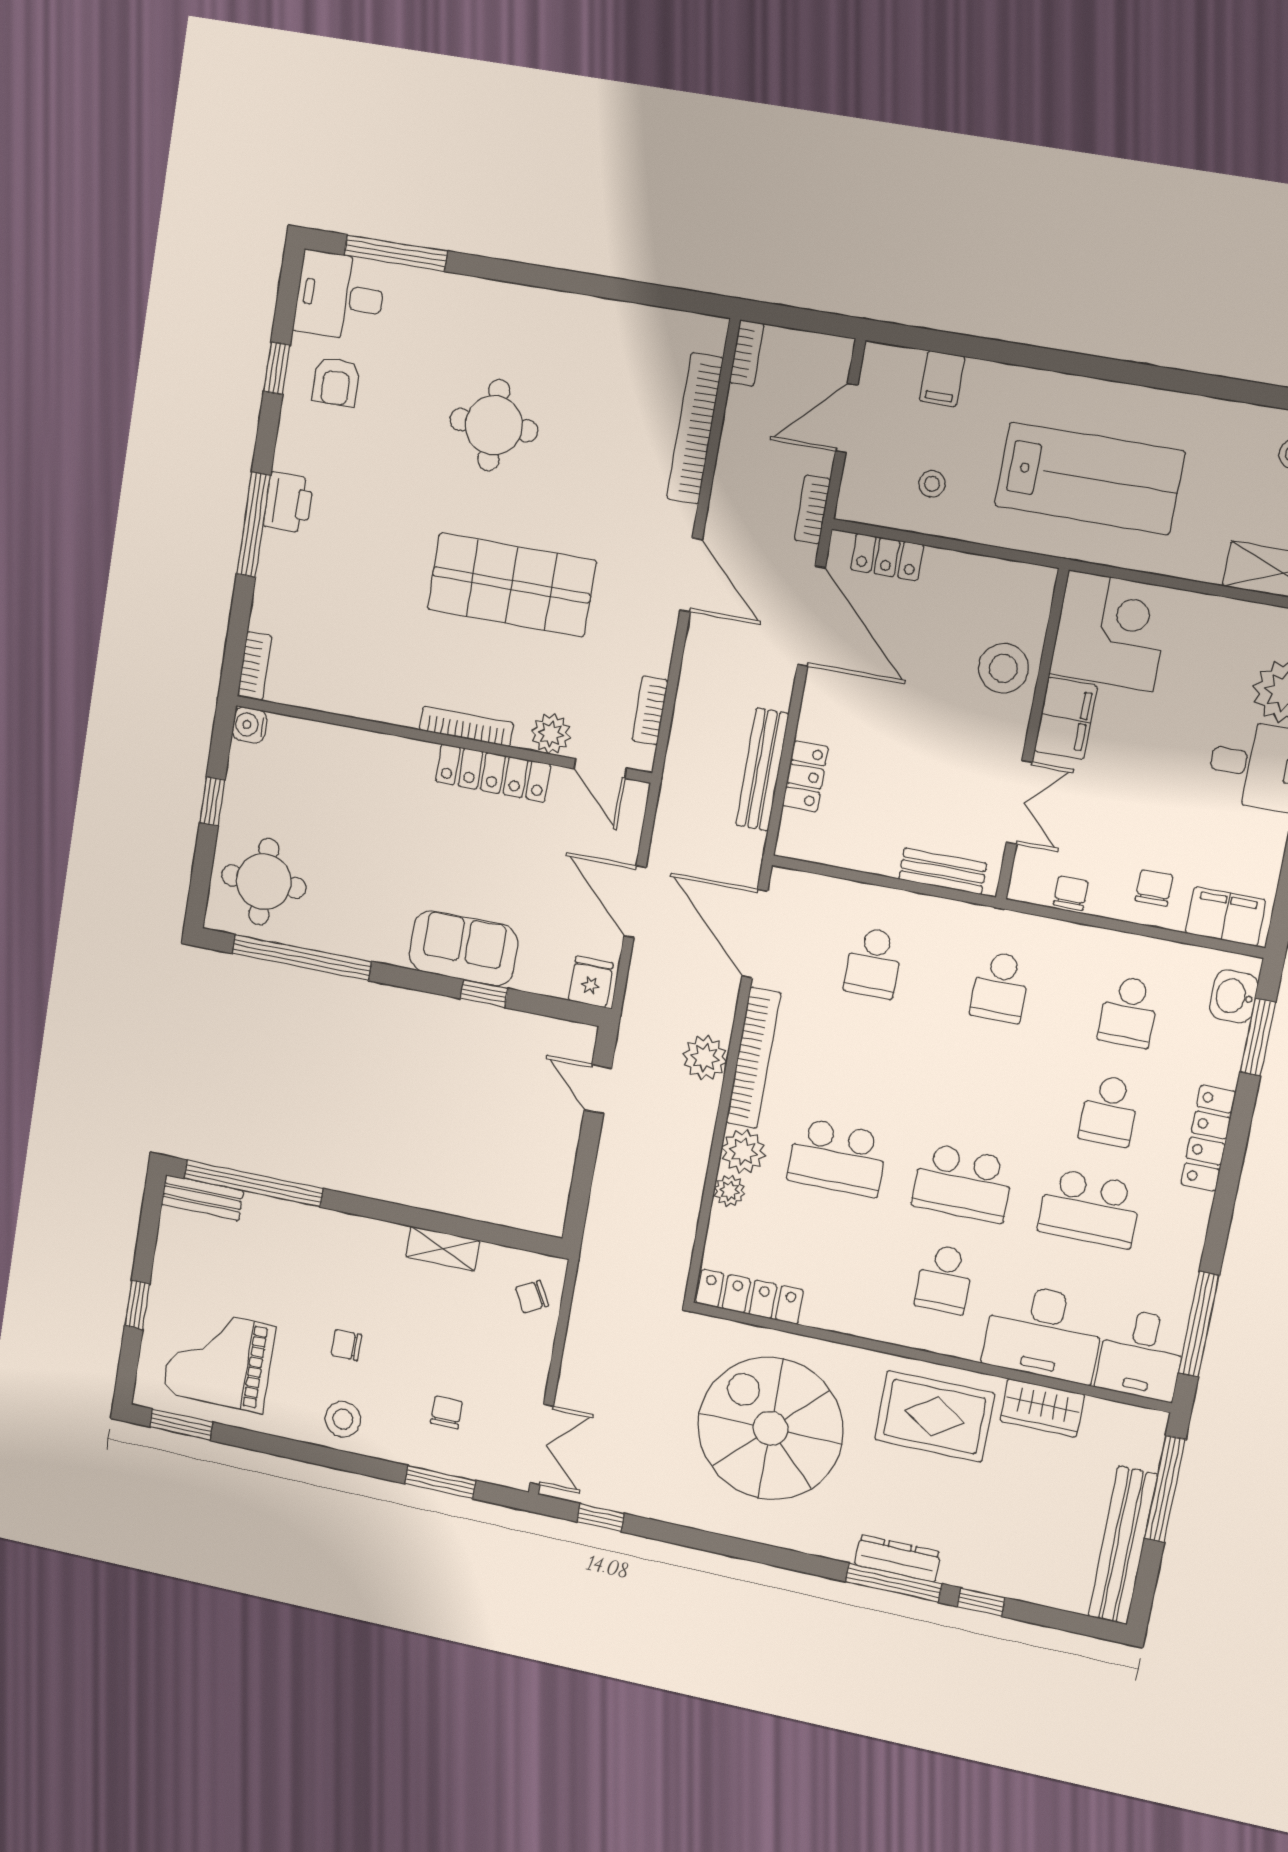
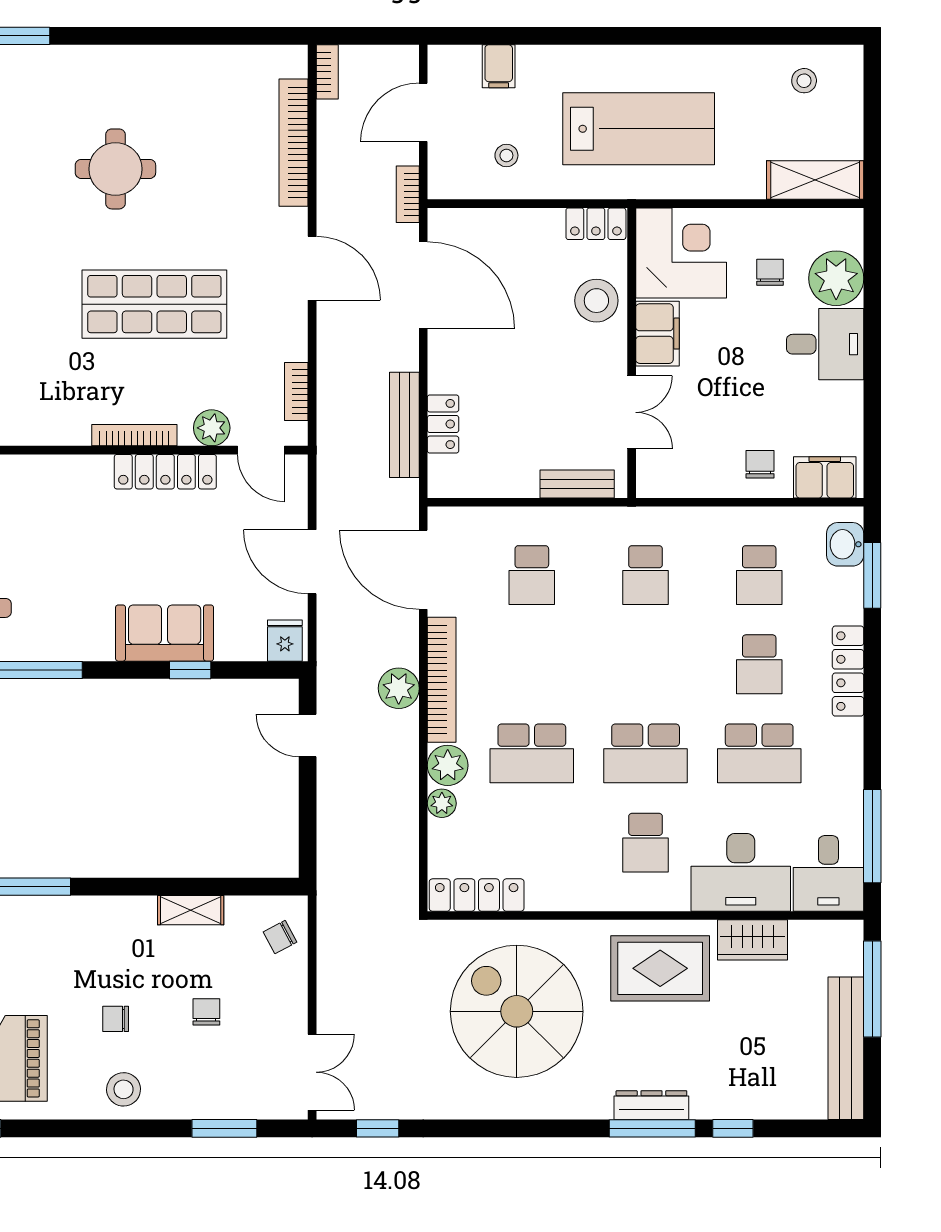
locker: (887, 557) -> (596, 224), moved
chair: (1071, 893) -> (770, 272), moved
chair: (447, 1412) -> (206, 1012), moved

